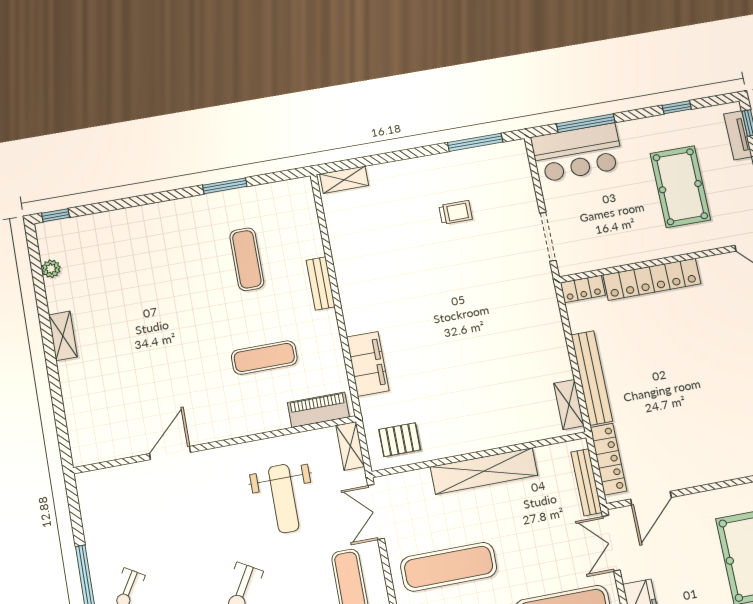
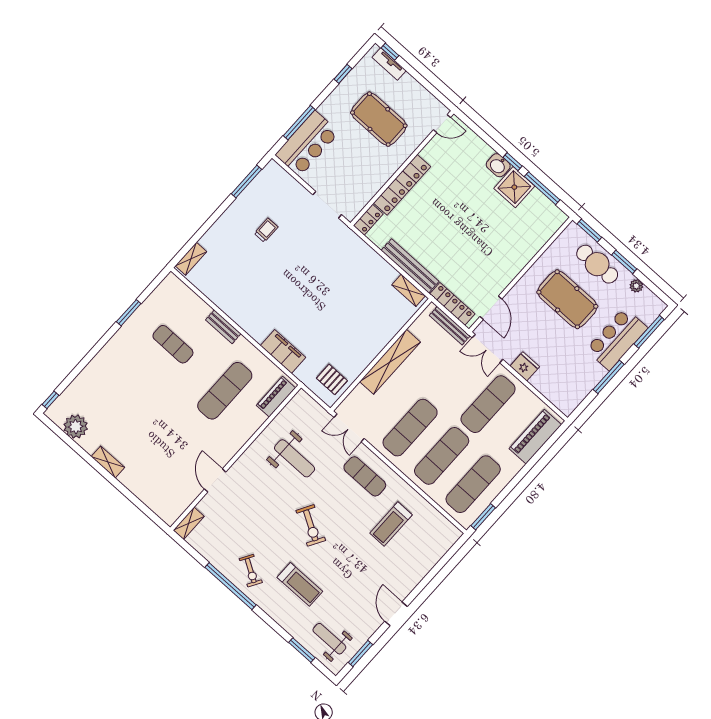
plant: (51, 269) -> (76, 427), width x1.87, depth x1.87
exercise mat: (264, 358) -> (225, 391), width x1.36, depth x1.45
pallet: (400, 440) -> (332, 379), turned 90
shelving: (350, 446) -> (189, 523), moved, turned 90

